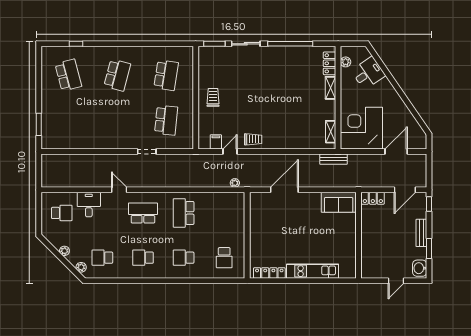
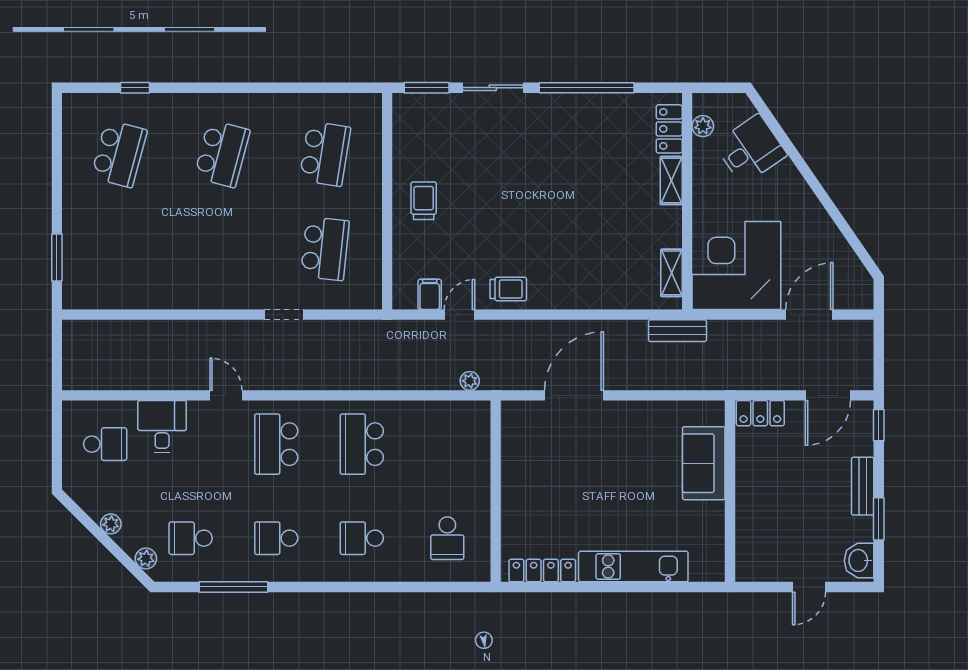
school desk: (68, 75) -> (119, 154), turned 30
sofa: (339, 202) -> (704, 463), moved, turned 90
school desk: (143, 213) -> (276, 444), turned -90
window: (123, 281) -> (234, 587), added

